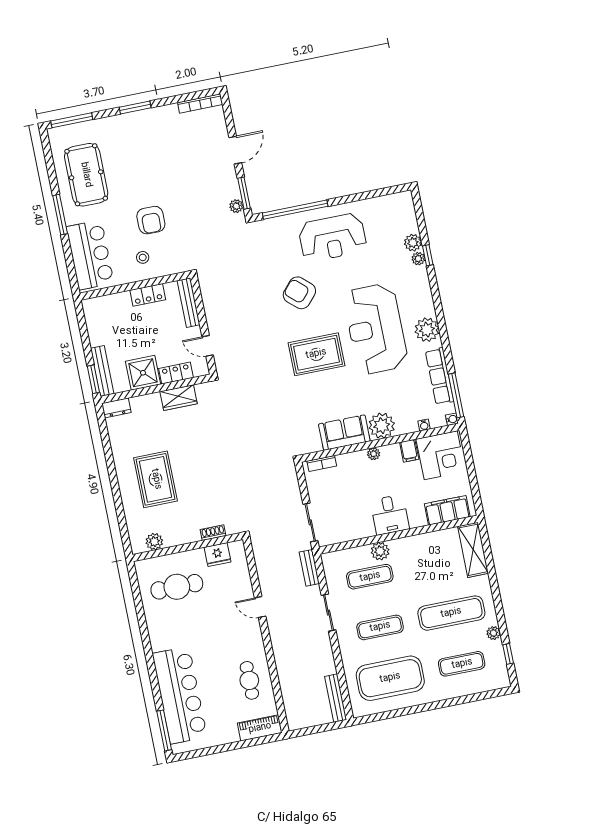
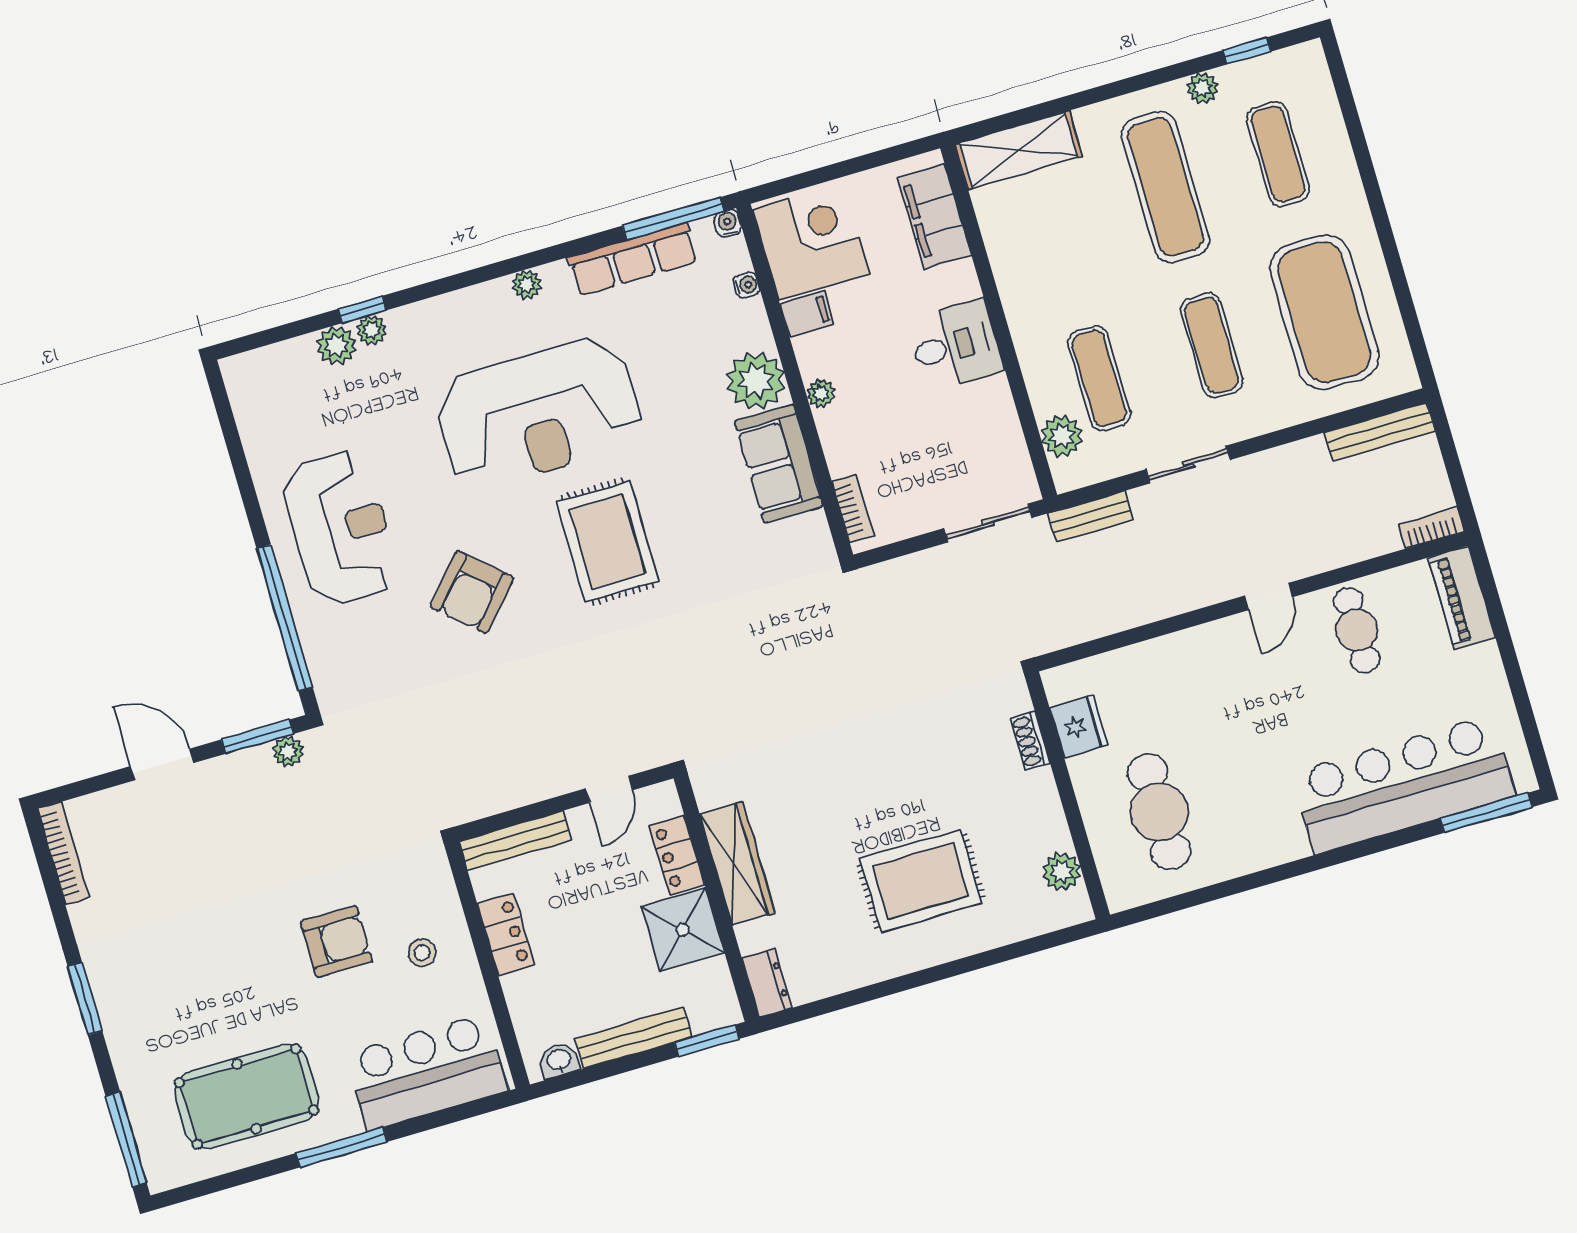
washbasin: (90, 314) -> (559, 1060), added
plant: (427, 330) -> (527, 285), width x0.53, depth x0.53
bench: (102, 371) -> (634, 1038), moved
wardrobe: (179, 398) -> (737, 863), width x1.50
plant: (380, 551) -> (1062, 436), moved
door: (260, 607) -> (1269, 596), moved
cafe table: (249, 680) -> (1357, 630), turned 90
bookcase: (291, 717) -> (1431, 528), added

